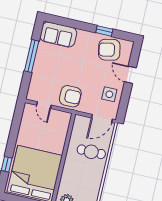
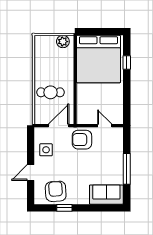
armchair: (109, 50) -> (56, 191), turned -83
door: (130, 75) -> (31, 172), swing flipped
door: (102, 118) -> (59, 126), moved

